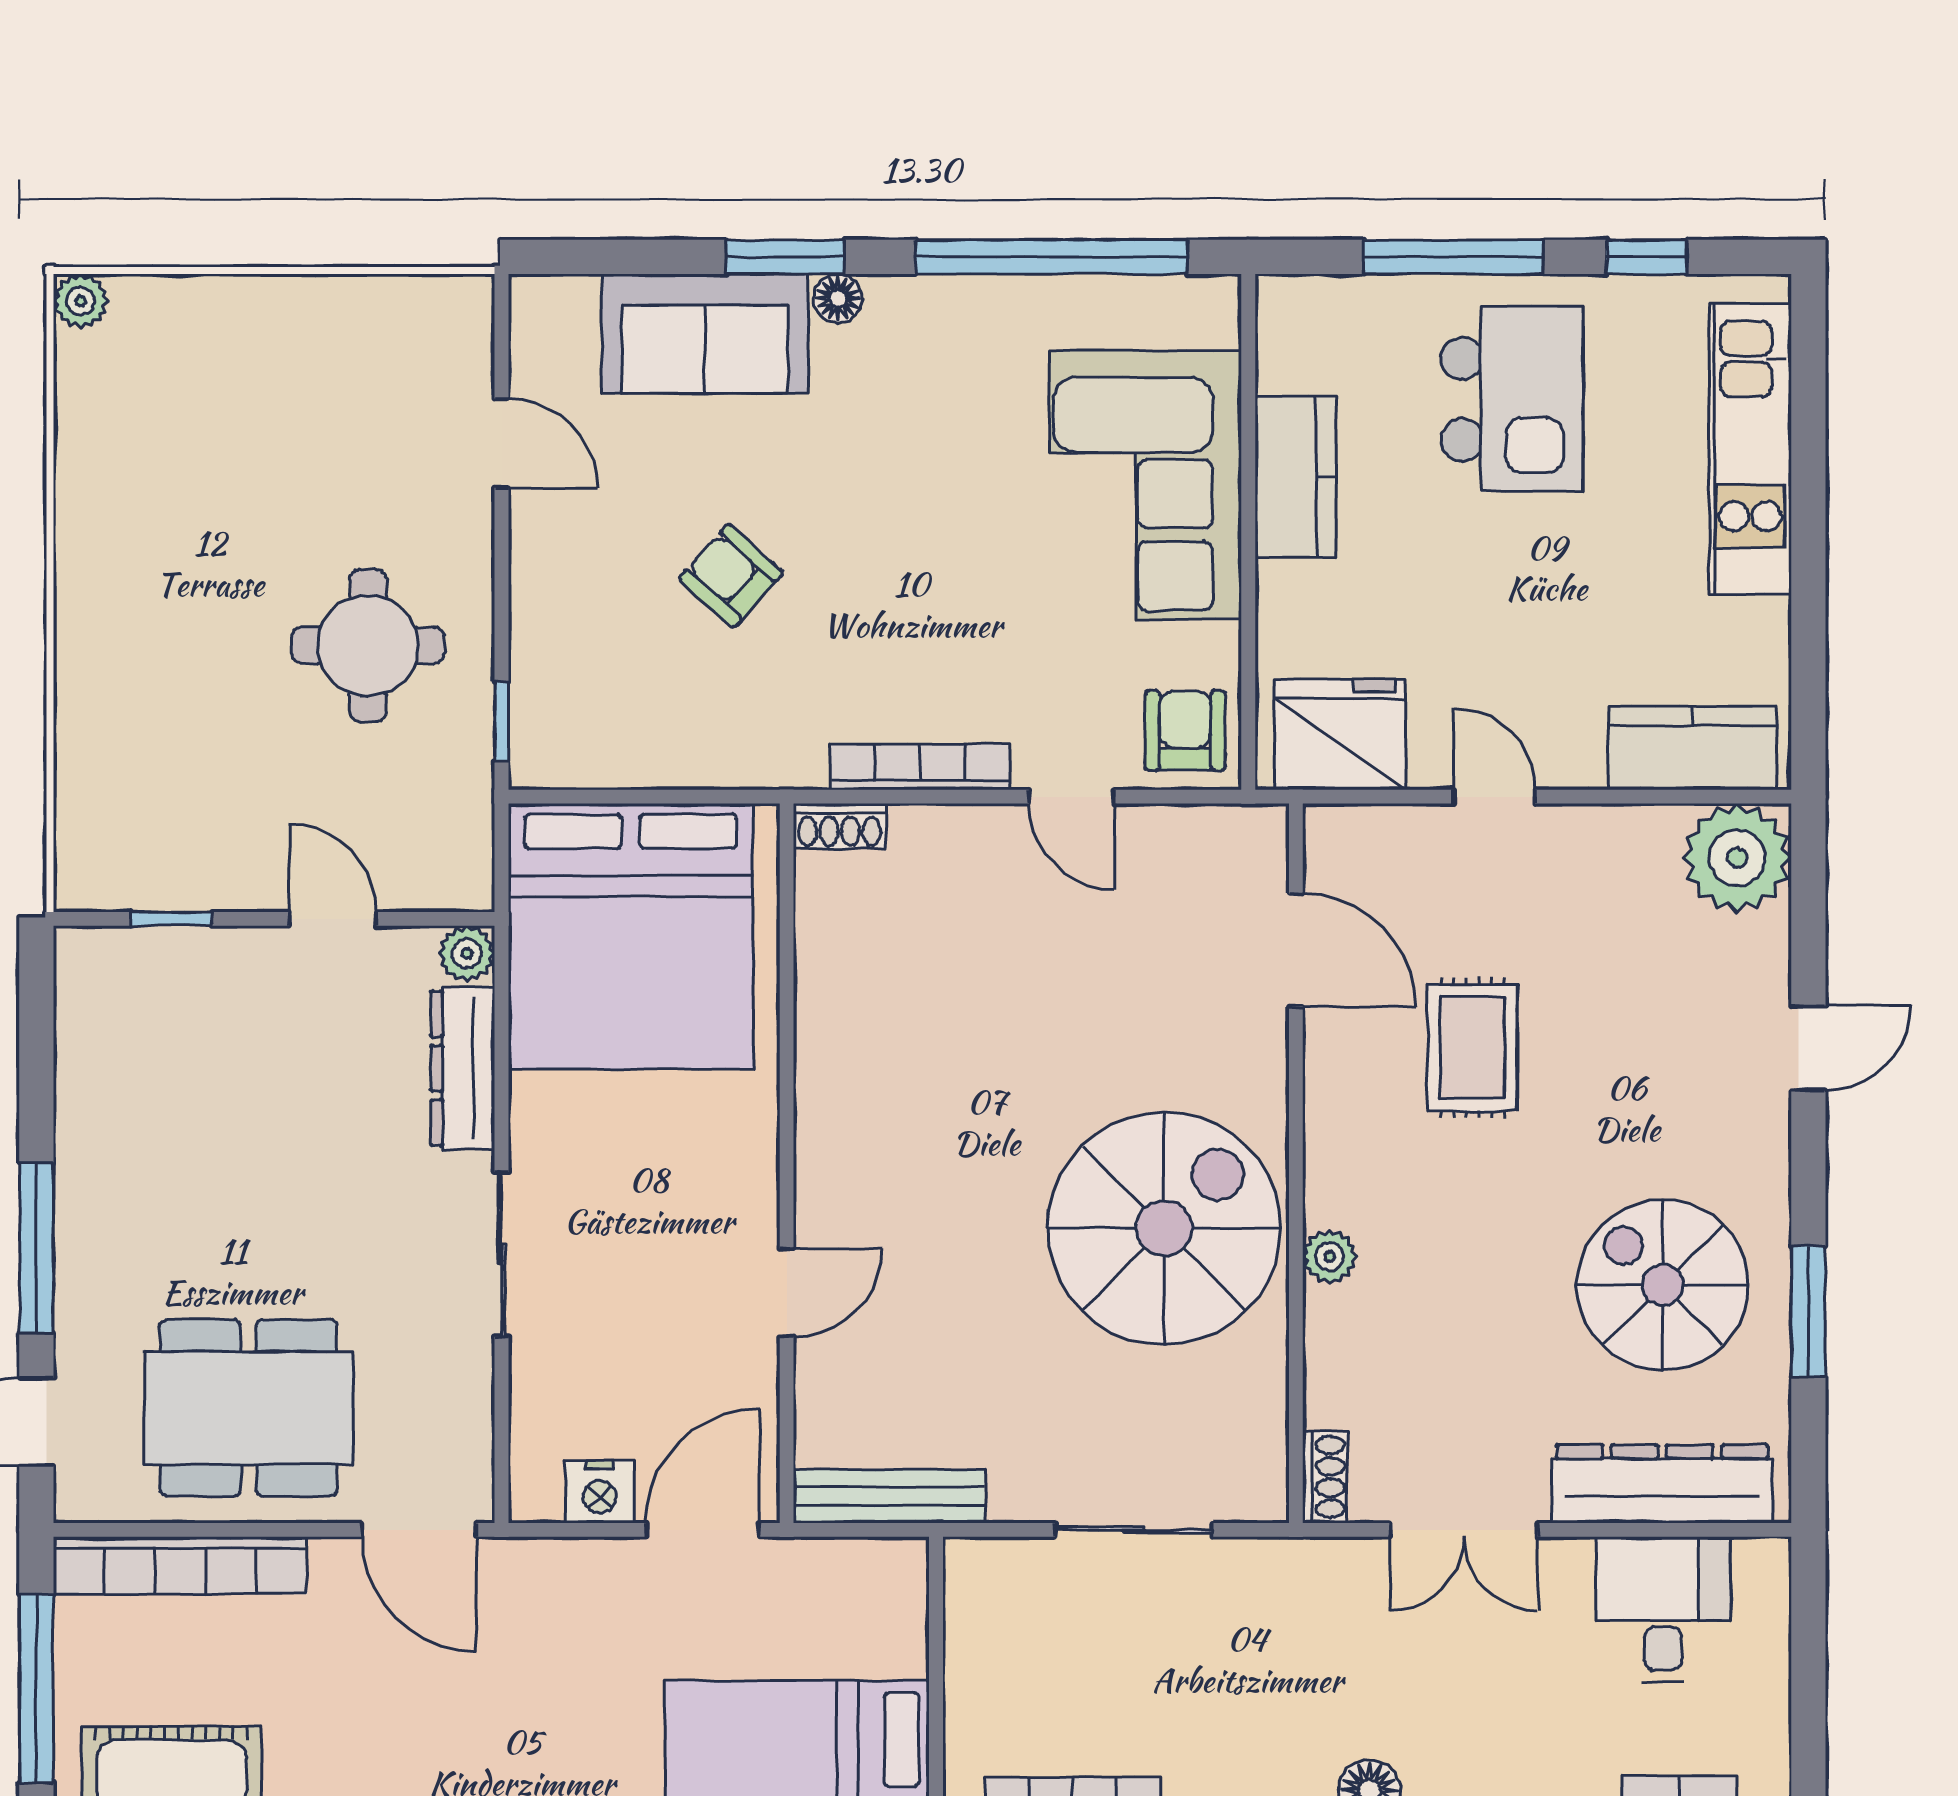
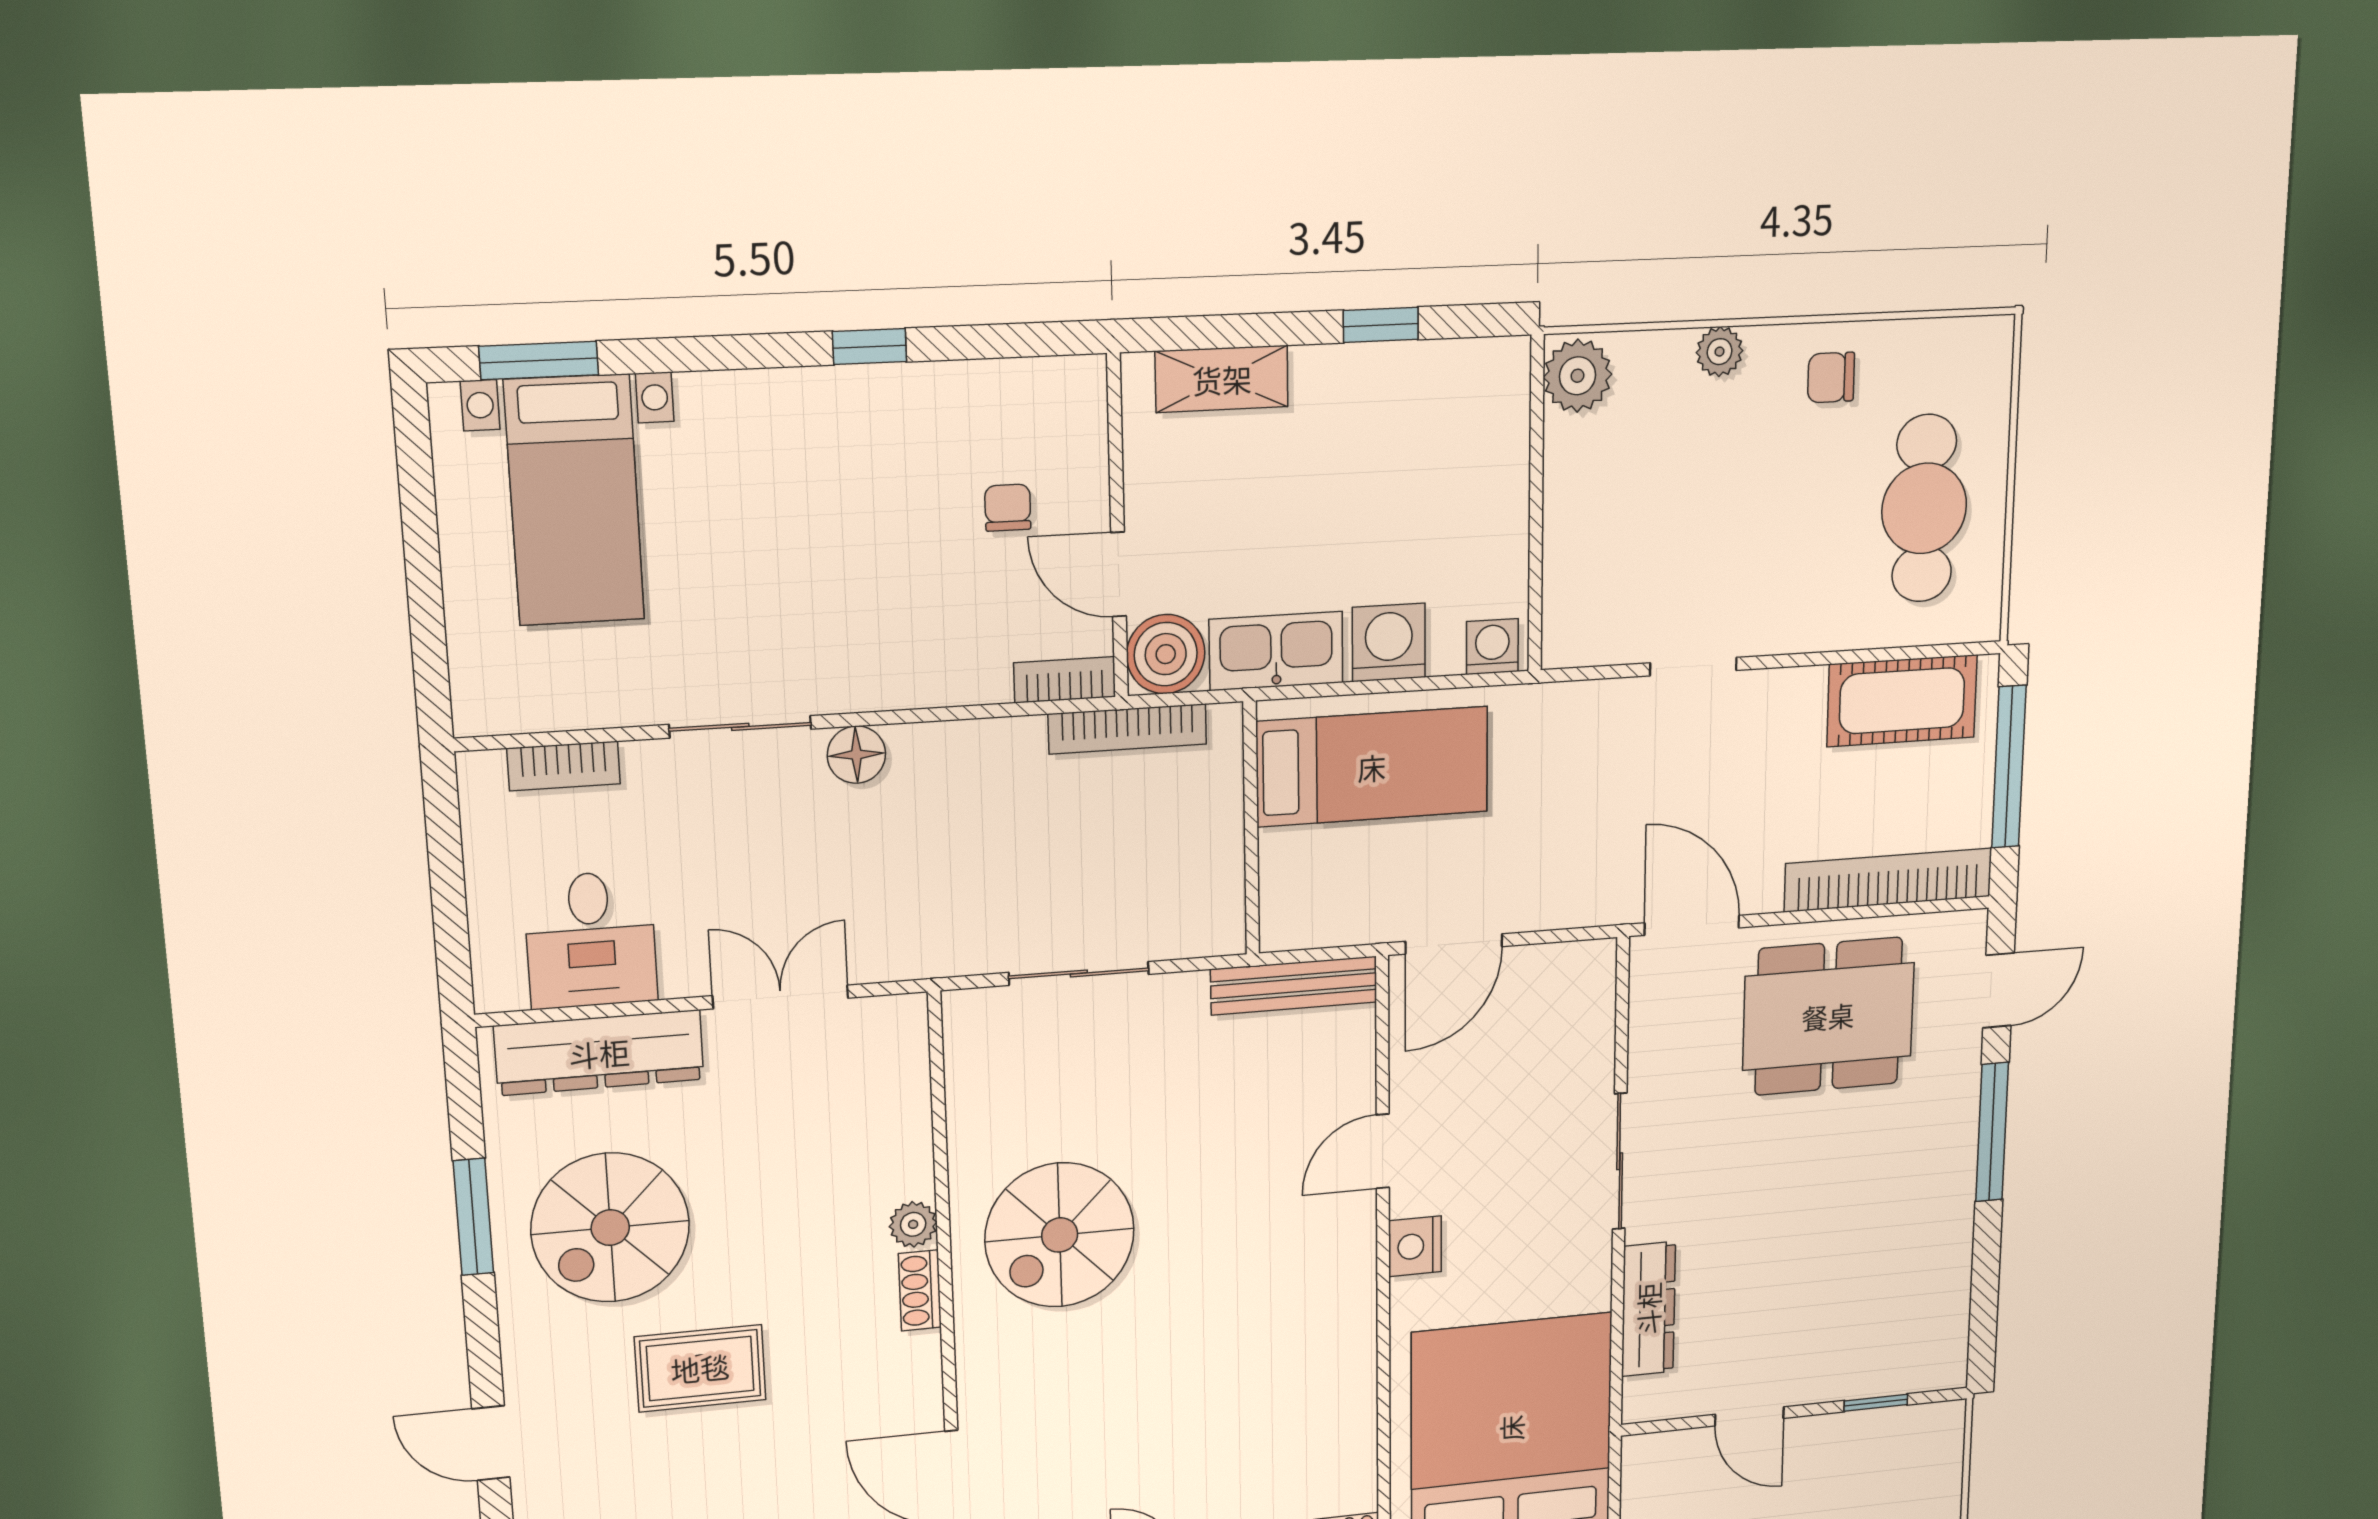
plant: (467, 954) -> (1643, 1401), removed
rug: (1472, 1048) -> (700, 1368), moved, turned 90
door: (1808, 1048) -> (491, 1443), hinge flipped
spiral stairs: (1164, 1228) -> (1060, 1235), width x0.73, depth x0.73
spiral stairs: (1663, 1285) -> (610, 1228), turned 90
shoe rack: (1325, 1477) -> (920, 1290), moved
nightstand: (600, 1492) -> (1415, 1246), moved, turned -90

